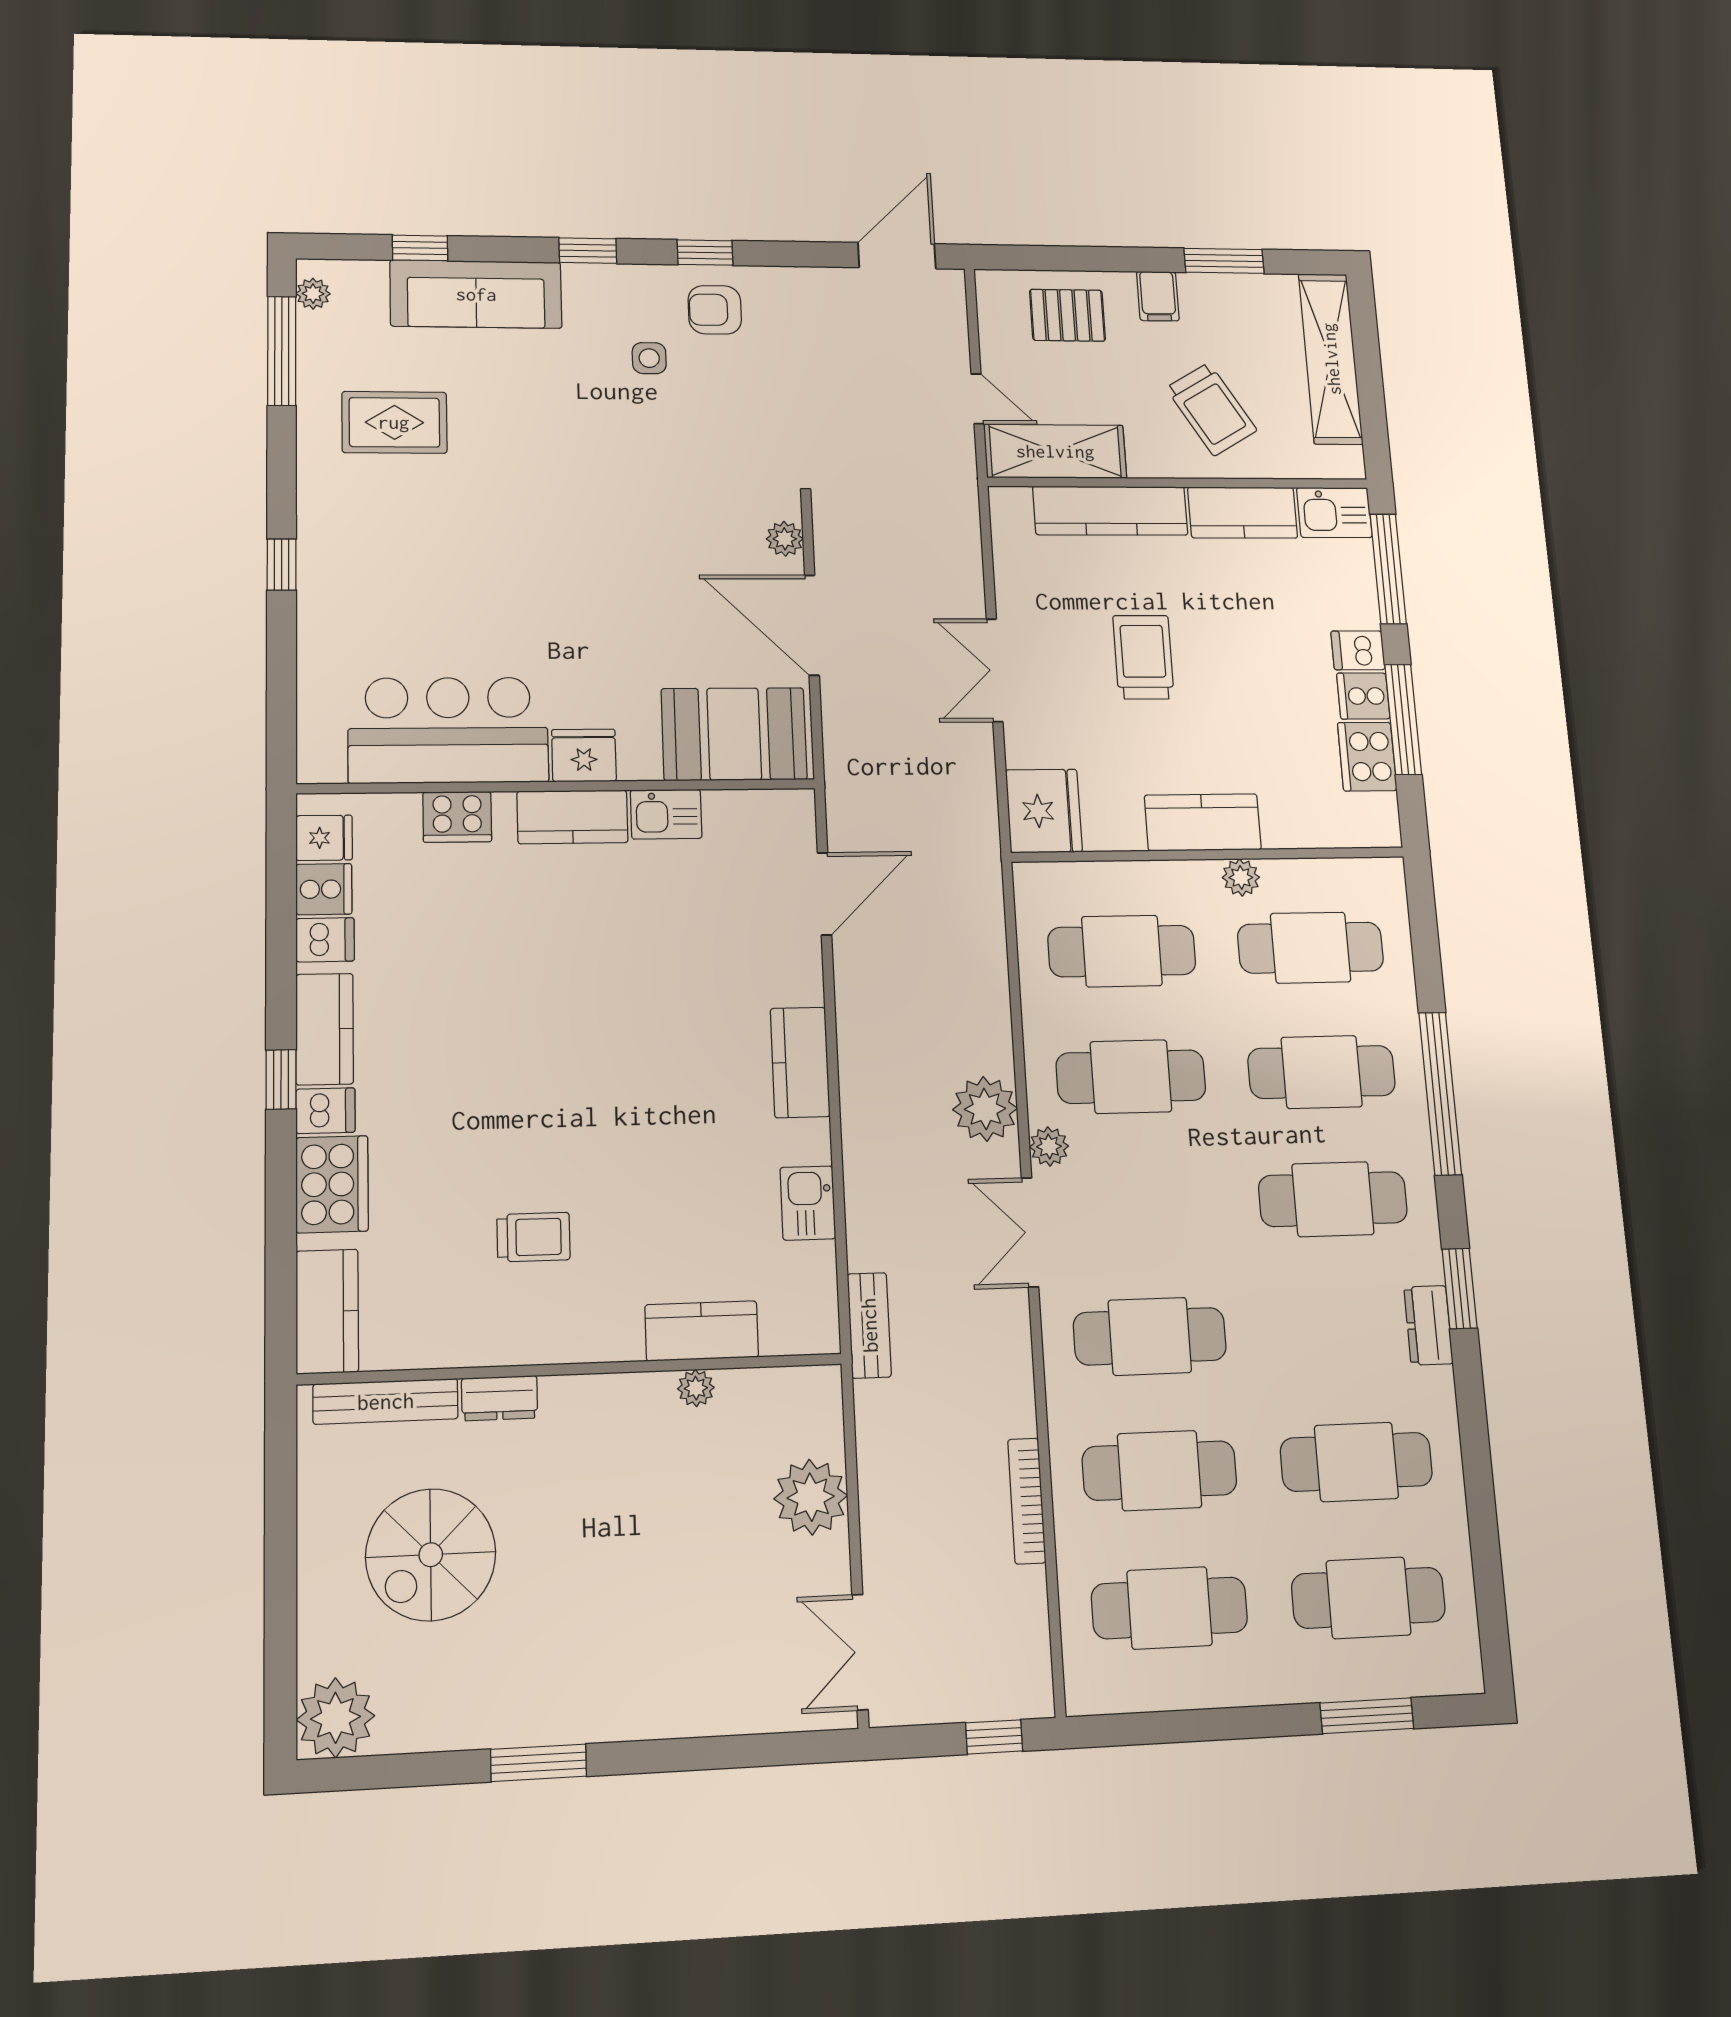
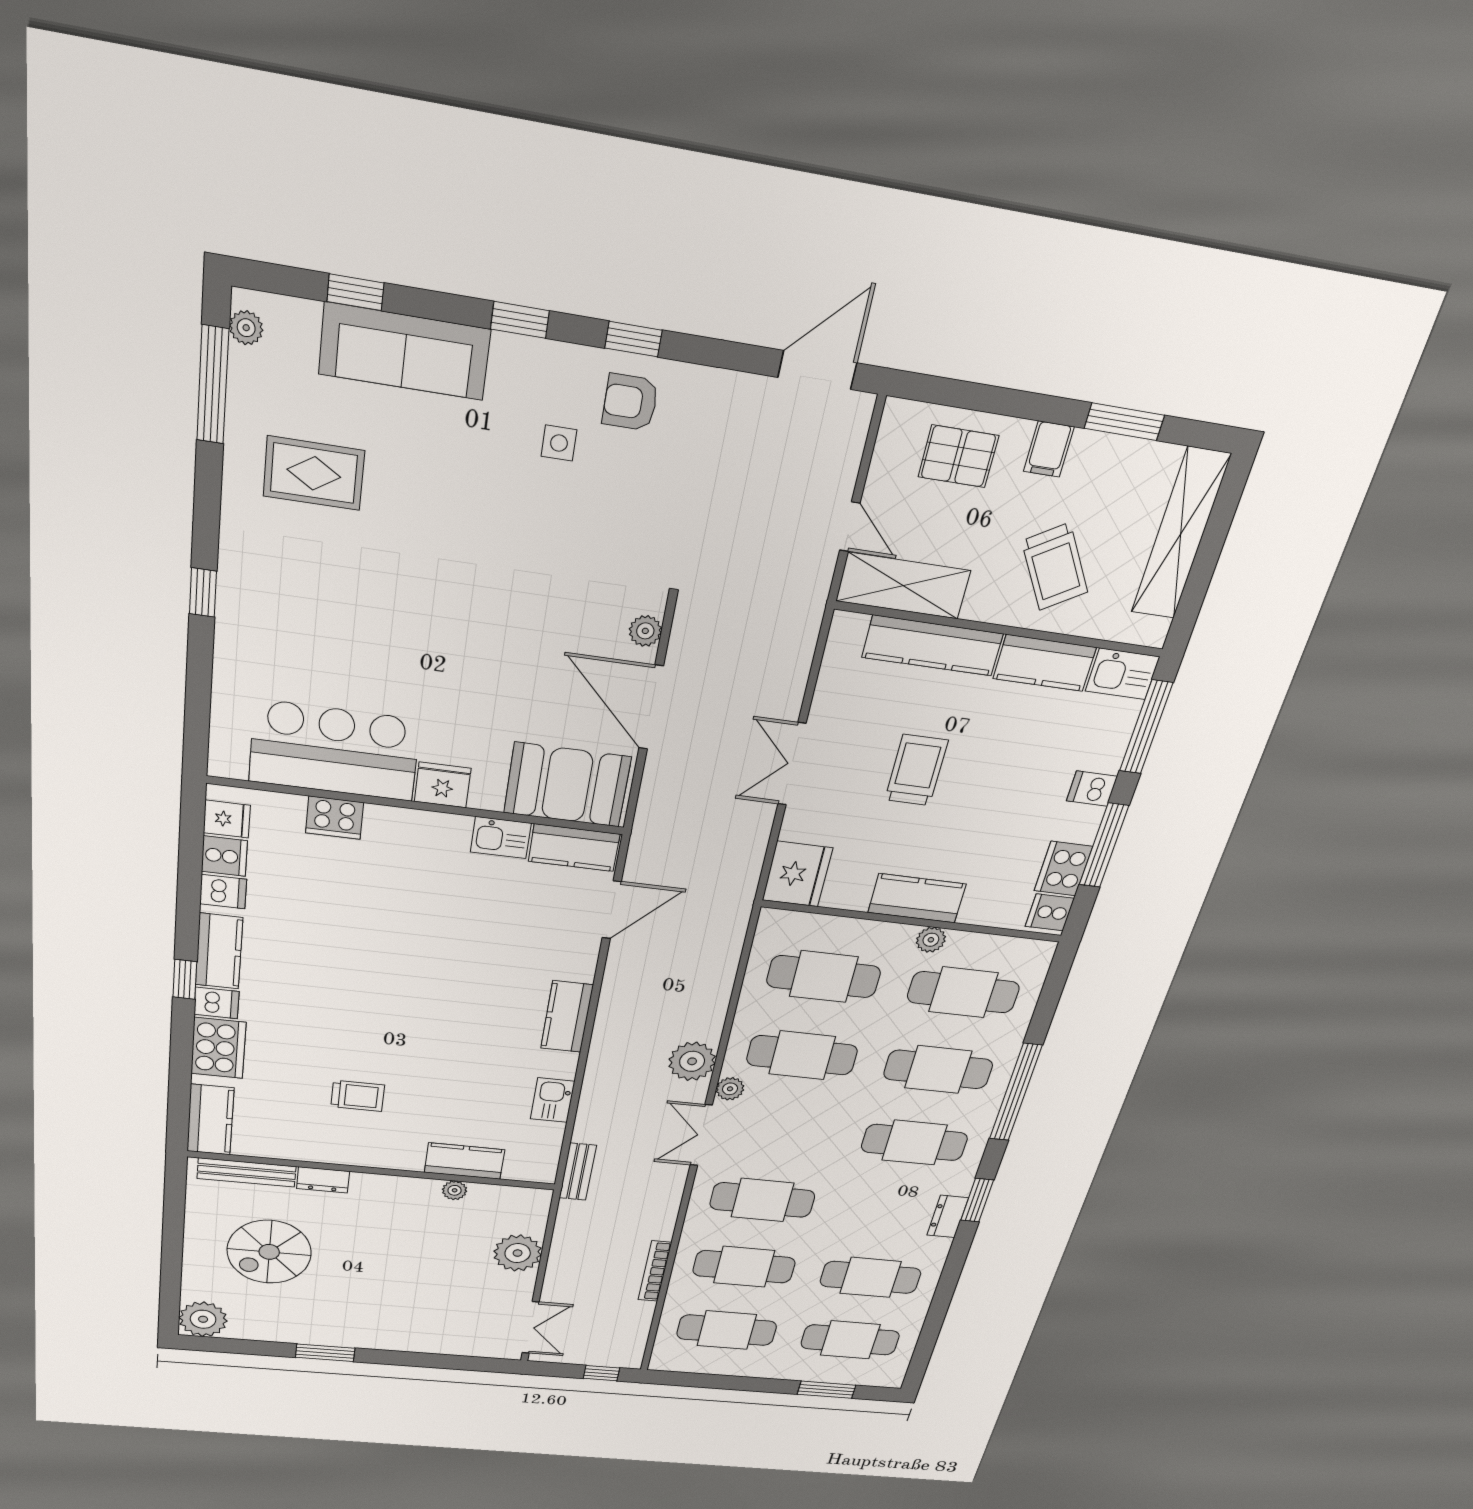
cooker: (1363, 696) -> (1050, 912), moved
kitchen counter: (572, 817) -> (574, 848), moved
double door: (860, 1652) -> (531, 1328), swing flipped

